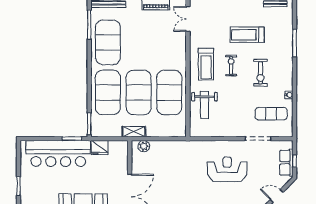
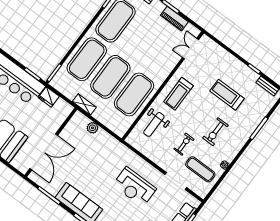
exercise bike: (231, 65) -> (184, 144), moved
plant: (144, 146) -> (92, 128), moved
reception desk: (227, 169) -> (134, 187), turned 180

